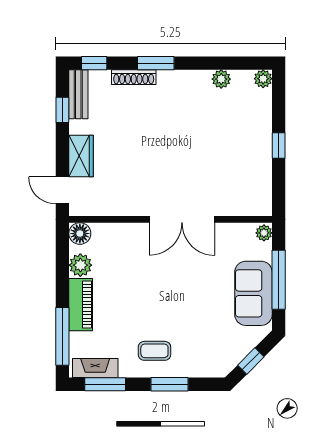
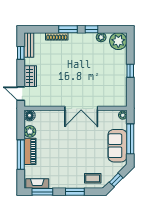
window: (94, 63) -> (92, 29), moved
plant: (263, 79) -> (118, 41), width x1.88, depth x1.88
window: (62, 336) -> (21, 155), moved
coffee table: (154, 351) -> (93, 178), moved

